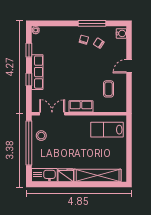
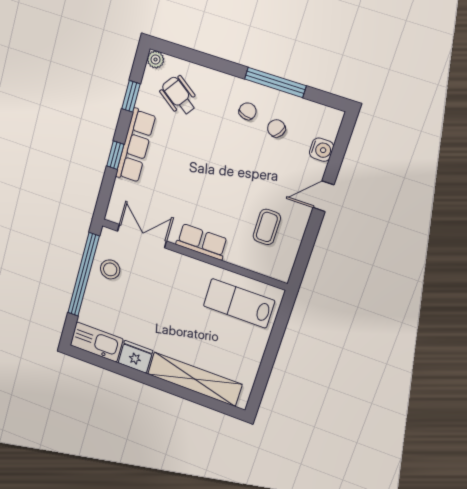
water cooler: (121, 33) -> (321, 150), moved
wheelchair: (51, 43) -> (179, 96), added

